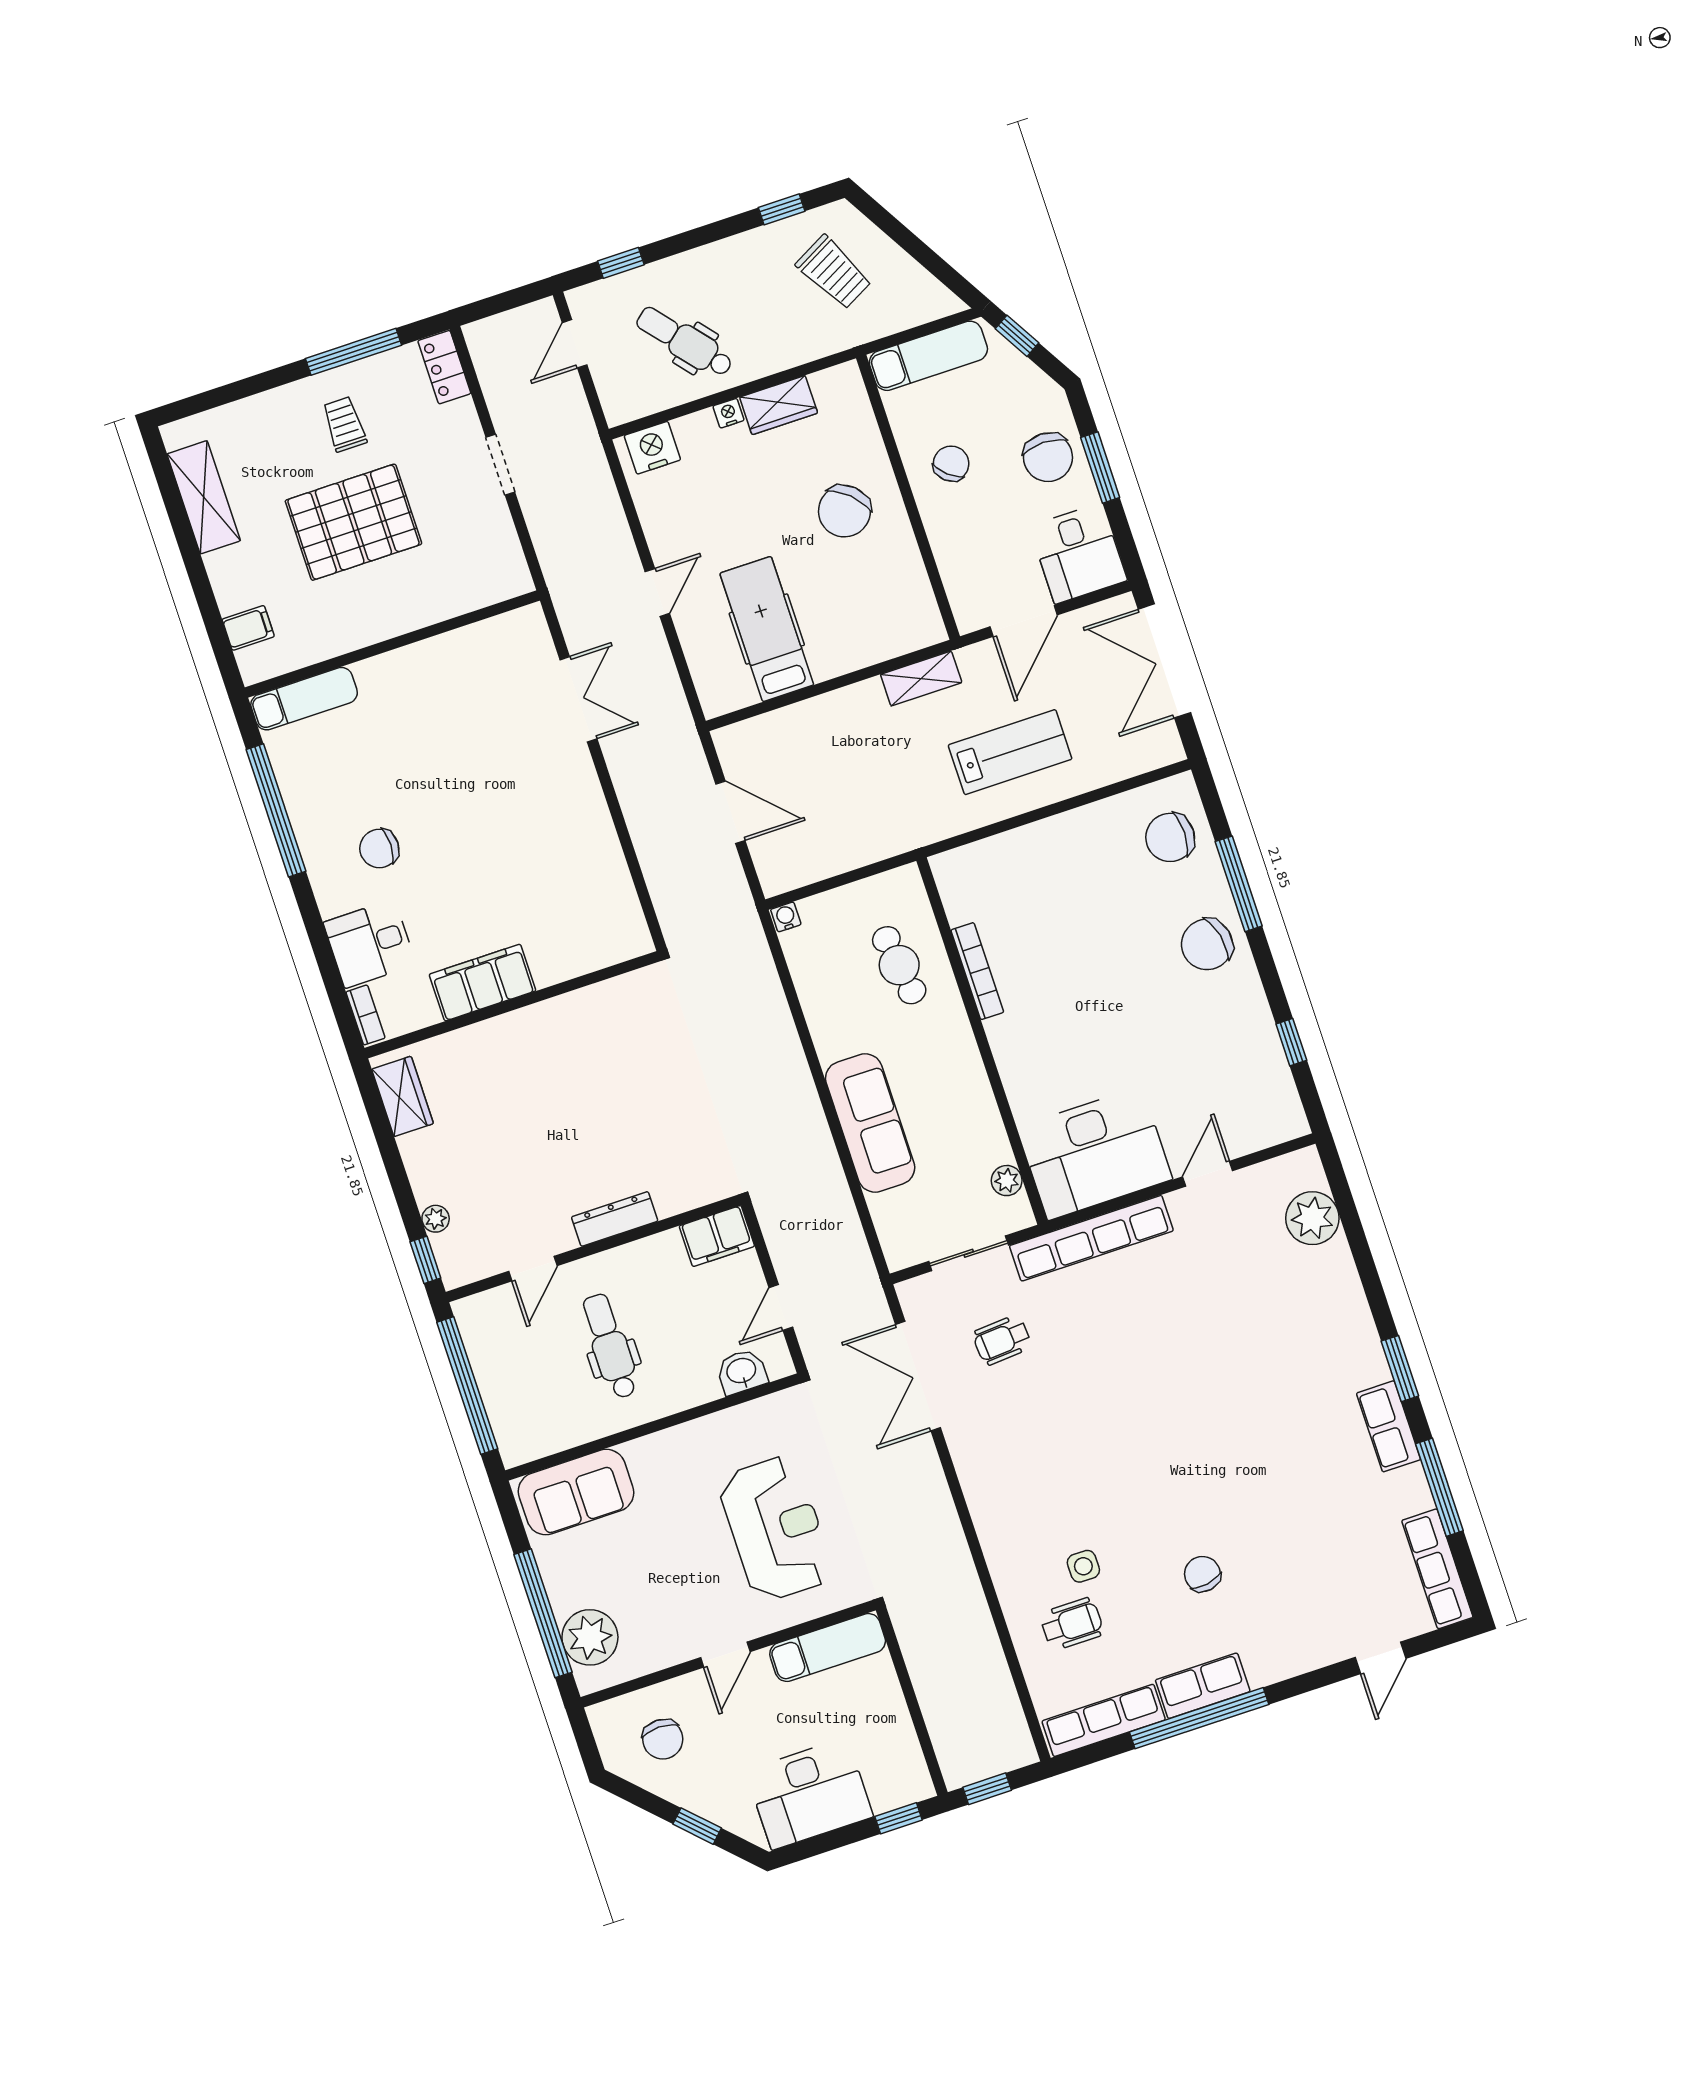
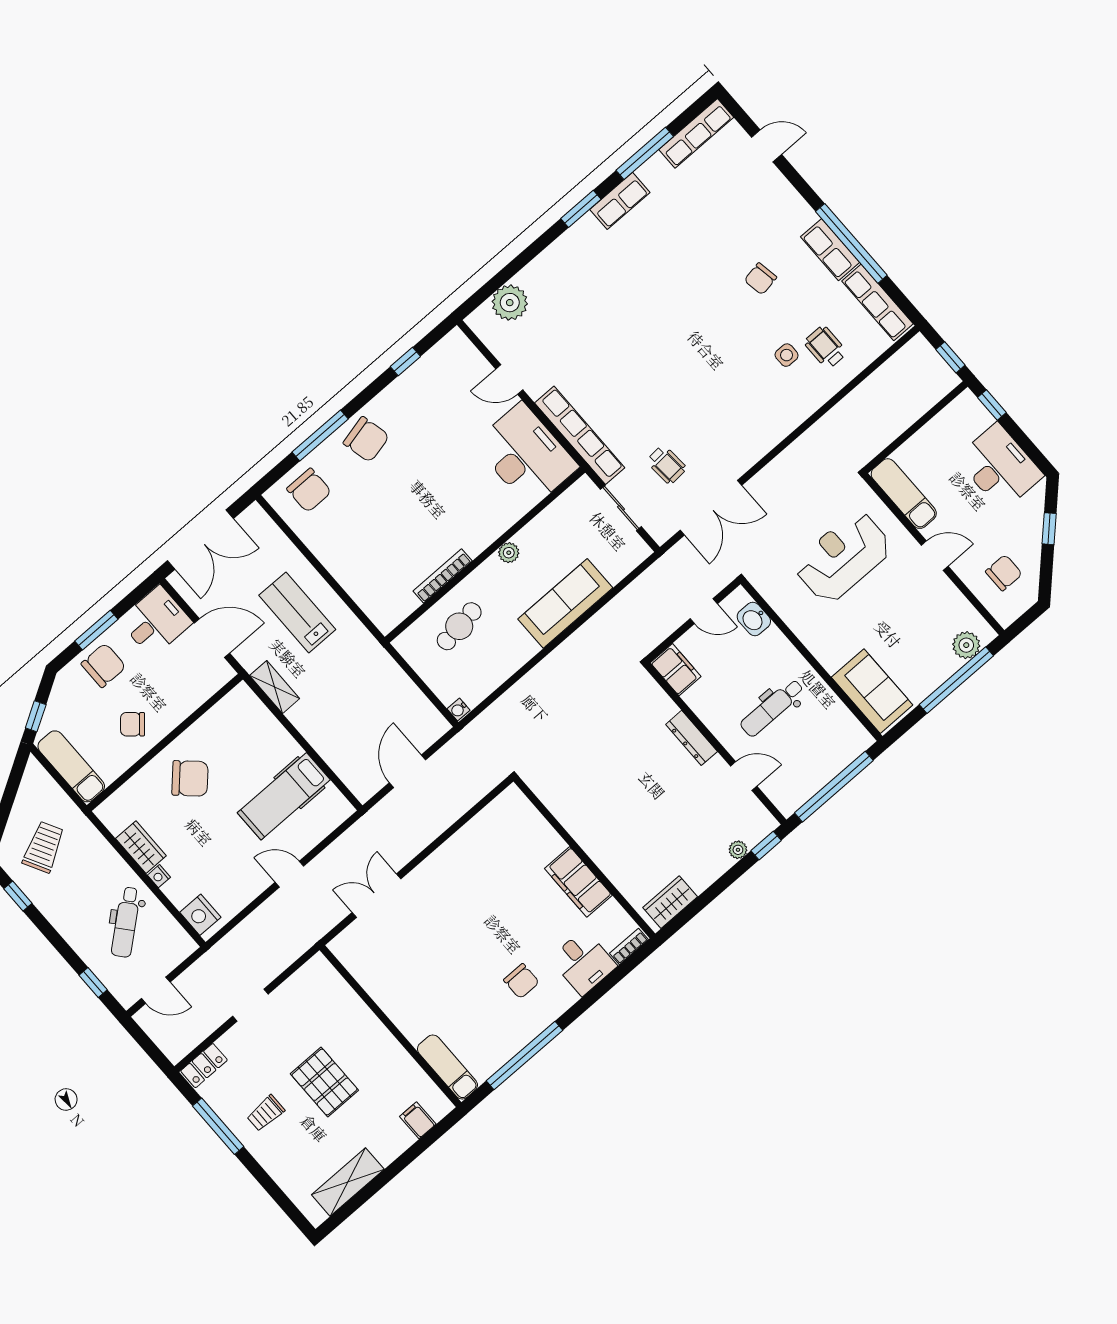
pallet: (353, 522) -> (324, 1082), width x0.73, depth x0.71
plant: (1007, 1181) -> (509, 553), moved
plant: (590, 1637) -> (966, 645), width x0.73, depth x0.73

